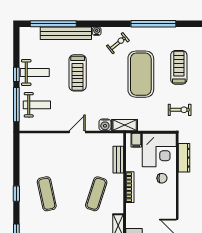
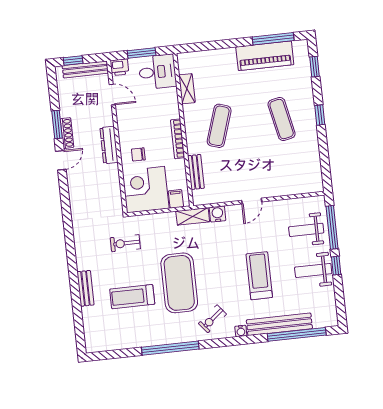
treadmill: (179, 67) -> (132, 297), turned 90
dresser: (184, 158) -> (109, 145), moved

